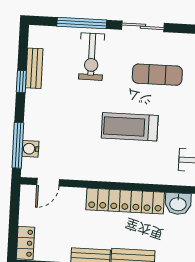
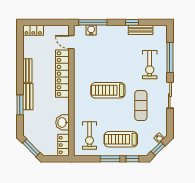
exercise bike: (92, 57) -> (150, 65), turned -90
treadmill: (130, 127) -> (108, 90), turned -90
locker: (125, 201) -> (62, 74), moved

